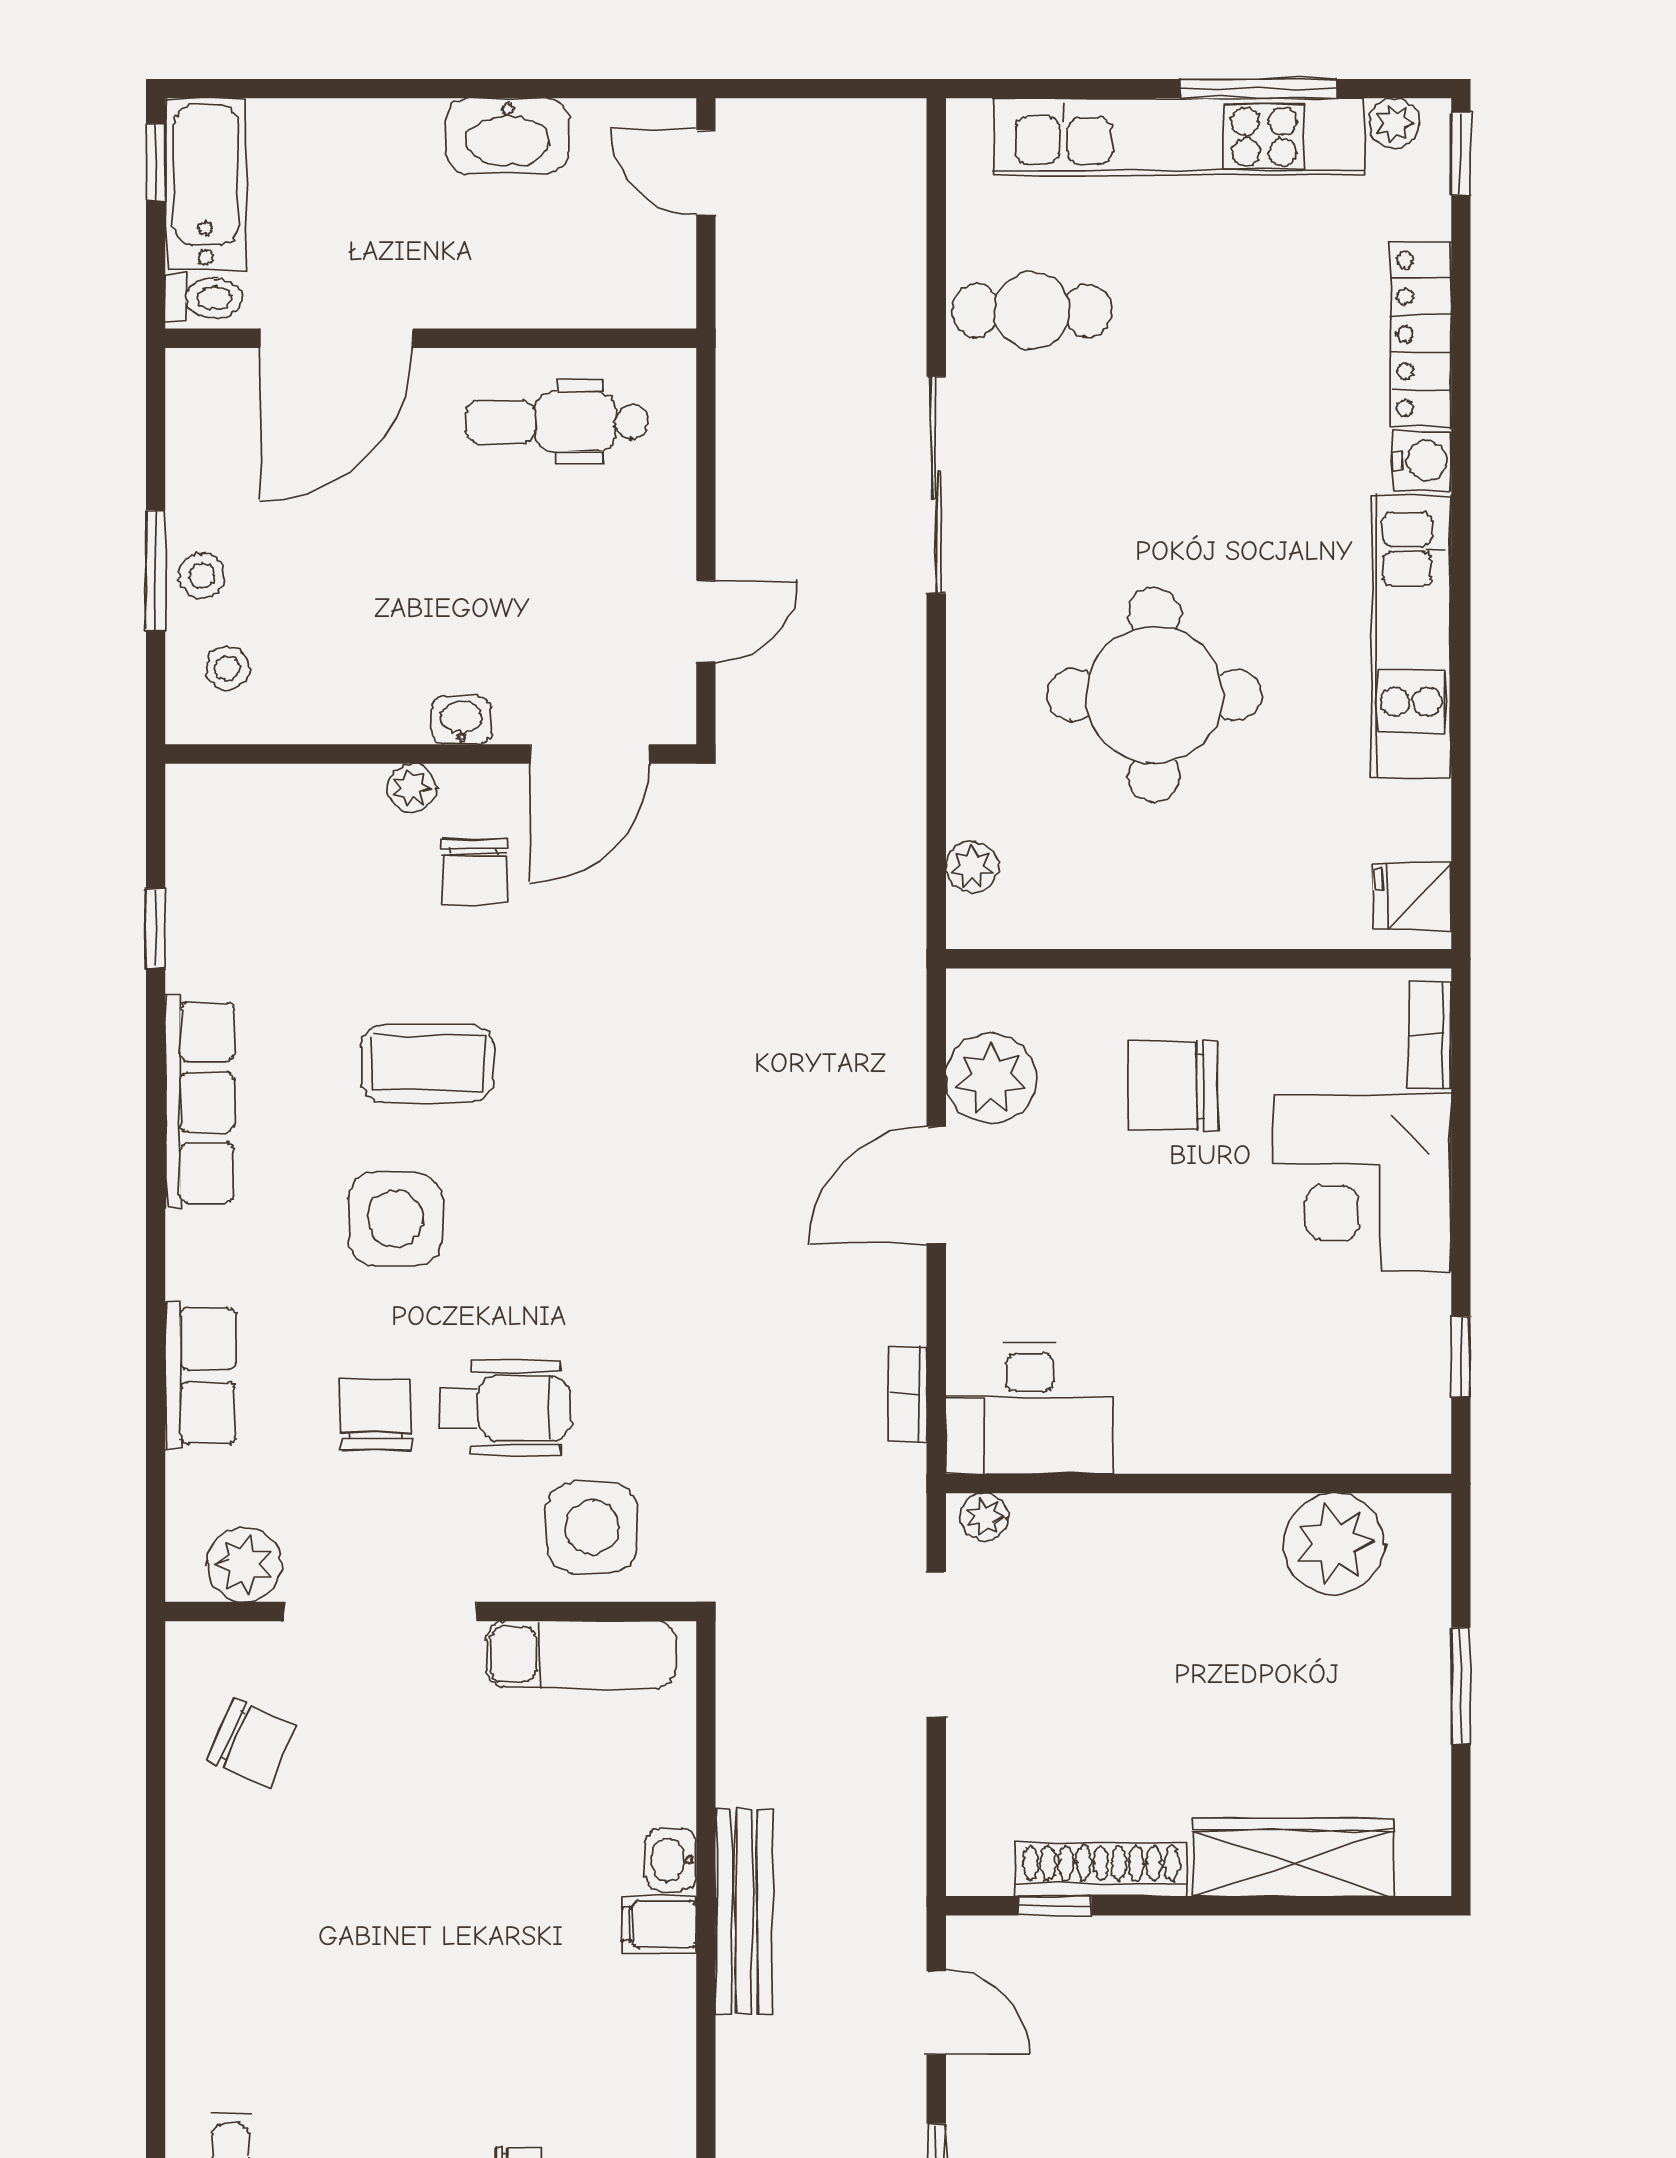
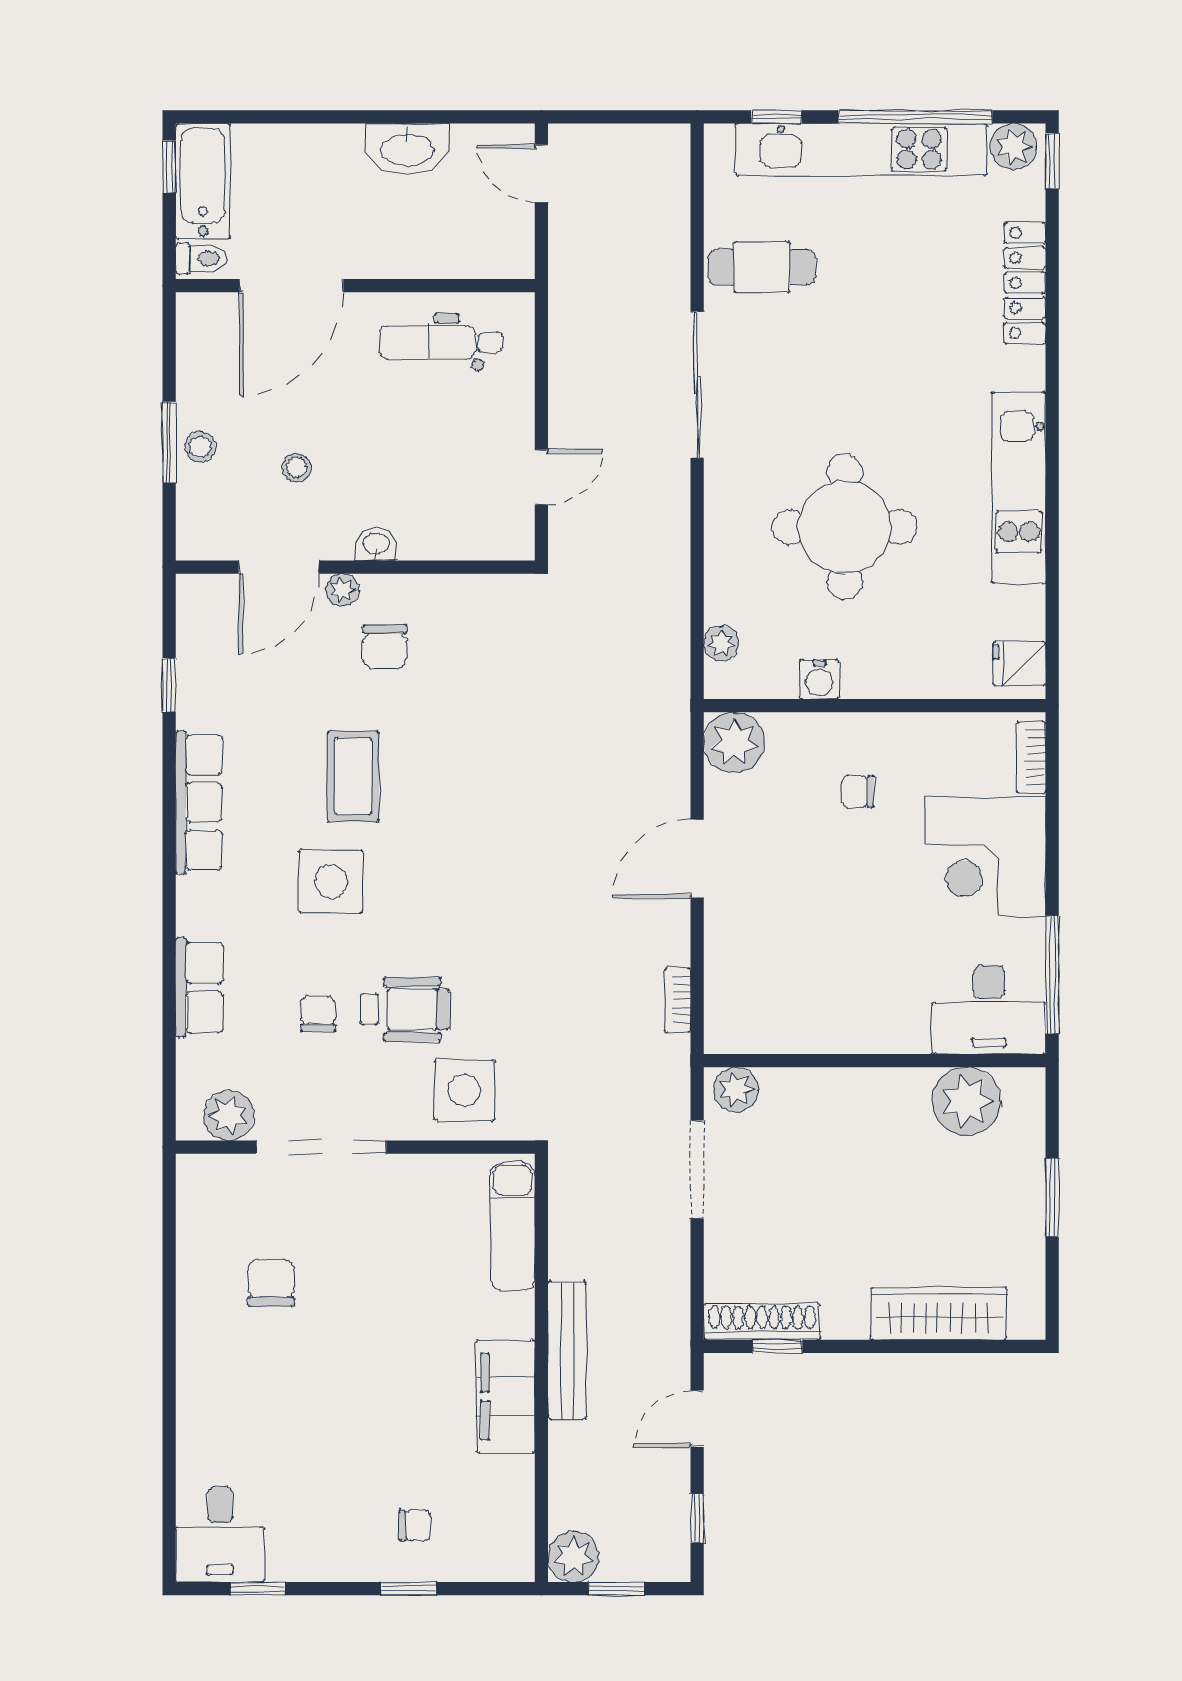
window: (1053, 89) -> (776, 117), added
window: (1259, 89) -> (915, 117), width x1.46
plant: (1394, 123) -> (1014, 146), width x1.38, depth x1.38
water cooler: (1422, 461) -> (819, 679), moved, turned 90
stool: (227, 668) -> (297, 468), moved
door: (590, 754) -> (279, 567), moved
coffee table: (428, 1063) -> (353, 776), turned 90
plant: (991, 1078) -> (734, 743), moved
chair: (1173, 1086) -> (858, 791), width x0.54, depth x0.54
window: (1461, 1356) -> (1052, 975), width x2.17
desk: (1030, 1408) -> (989, 1010), moved
chair: (376, 1414) -> (318, 1014), width x0.73, depth x0.73
plant: (984, 1517) -> (736, 1089), width x1.38, depth x1.38
exam couch: (581, 1654) -> (512, 1226), moved, turned 90
chair: (252, 1743) -> (271, 1283), moved, turned -113
washbasin: (671, 1860) -> (518, 1315), removed
shoe rack: (1101, 1869) -> (762, 1322), moved
filing cabinet: (659, 1924) -> (506, 1397), width x3.00, depth x1.17
door: (936, 2013) -> (697, 1419), swing flipped

